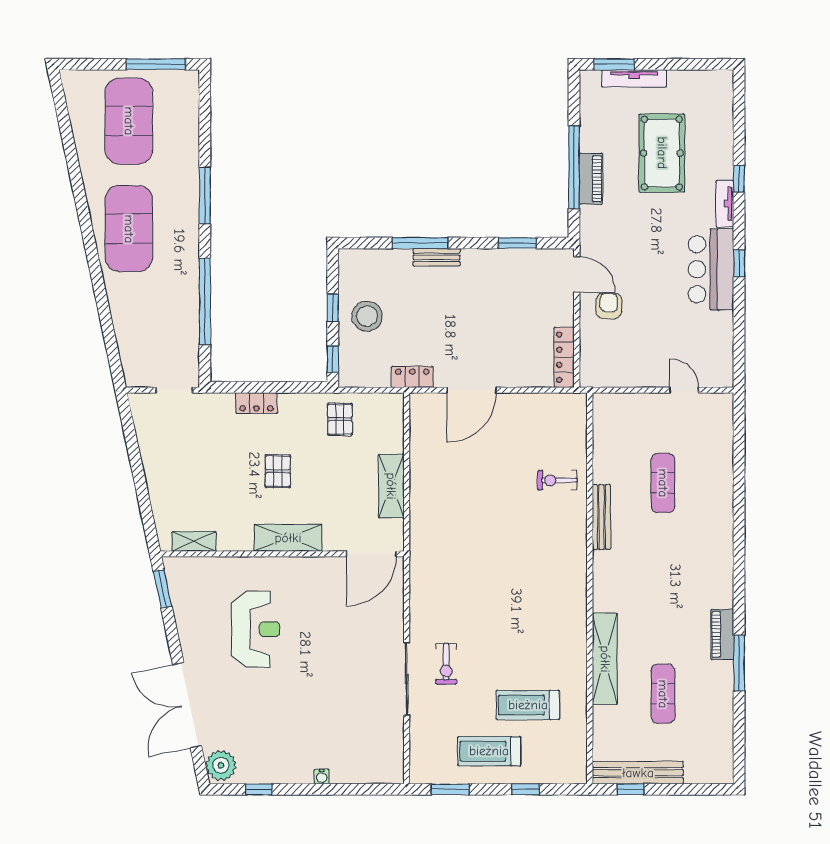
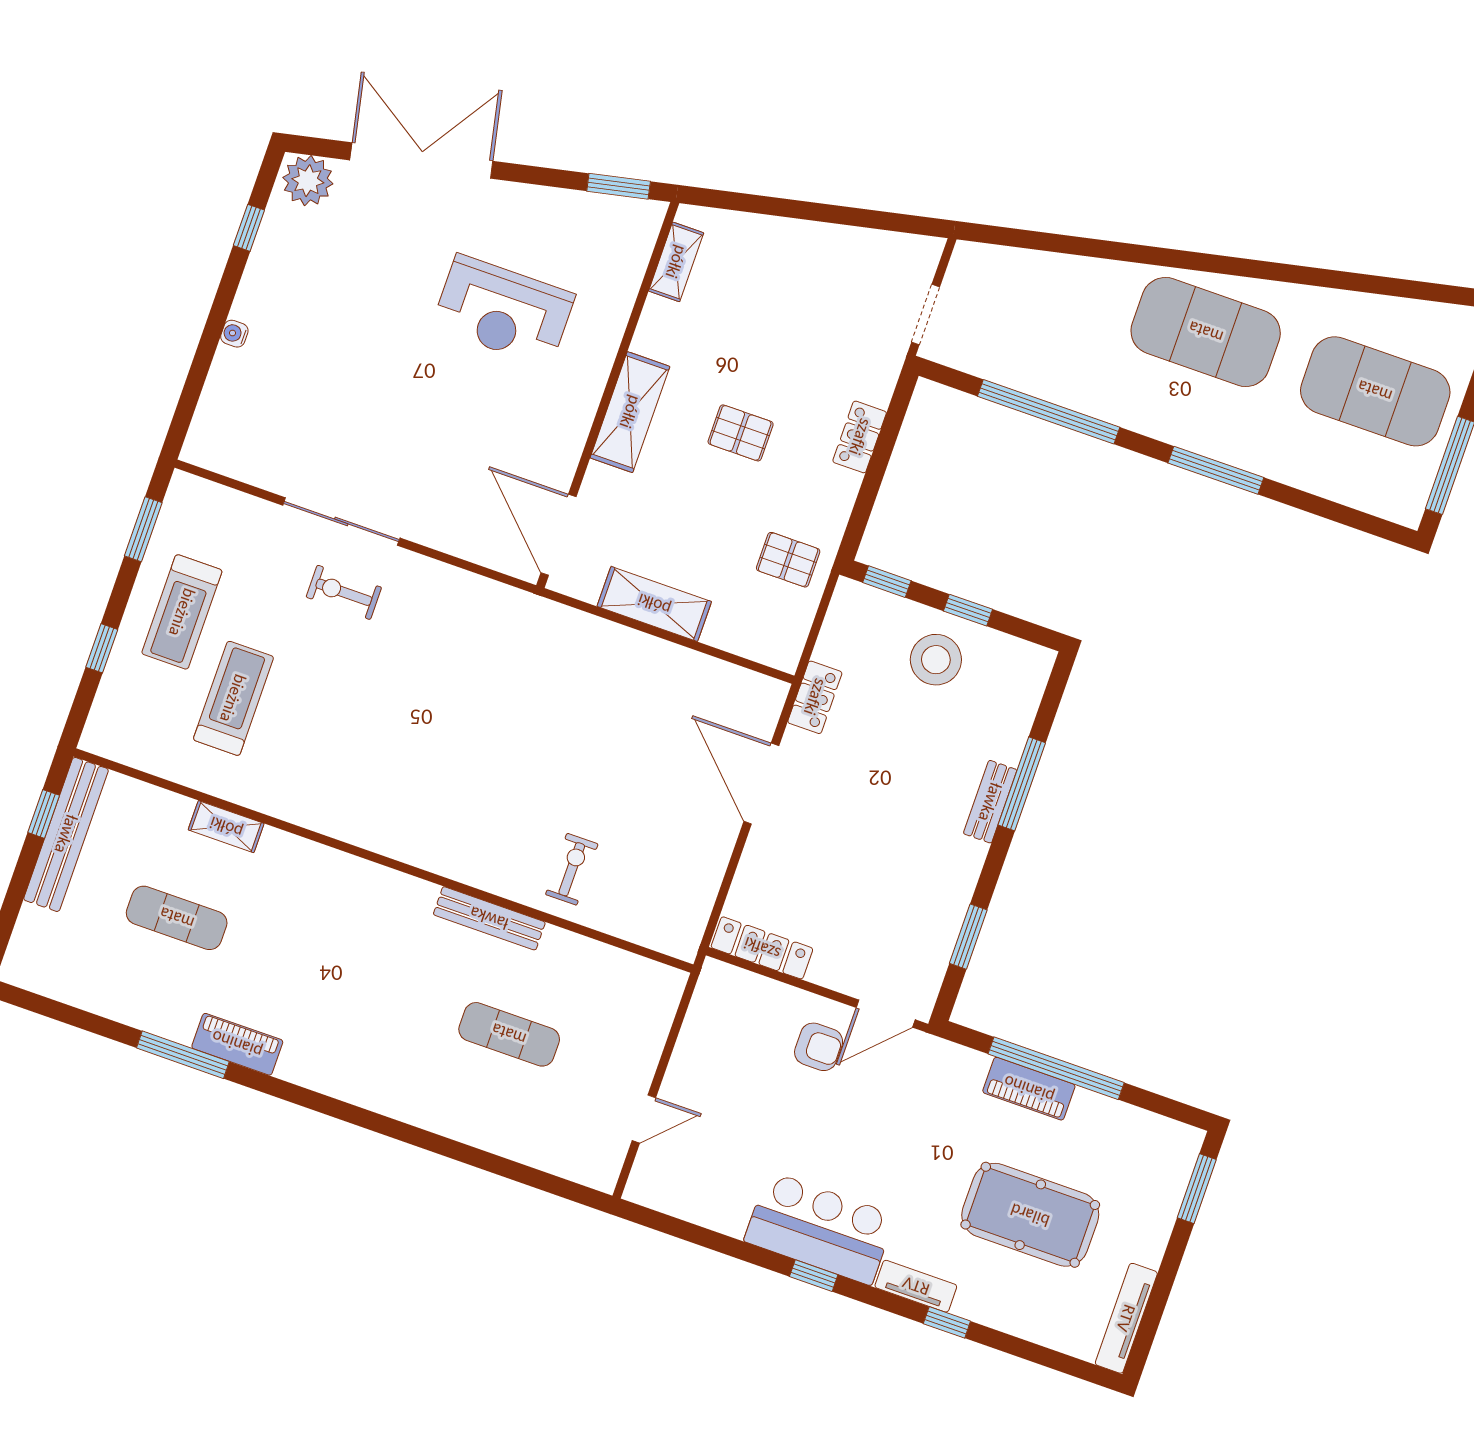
tv unit: (634, 78) -> (1126, 1318), moved
shelving: (605, 659) -> (226, 827), width x0.45, depth x0.75
treadmill: (489, 751) -> (182, 612), turned 180

